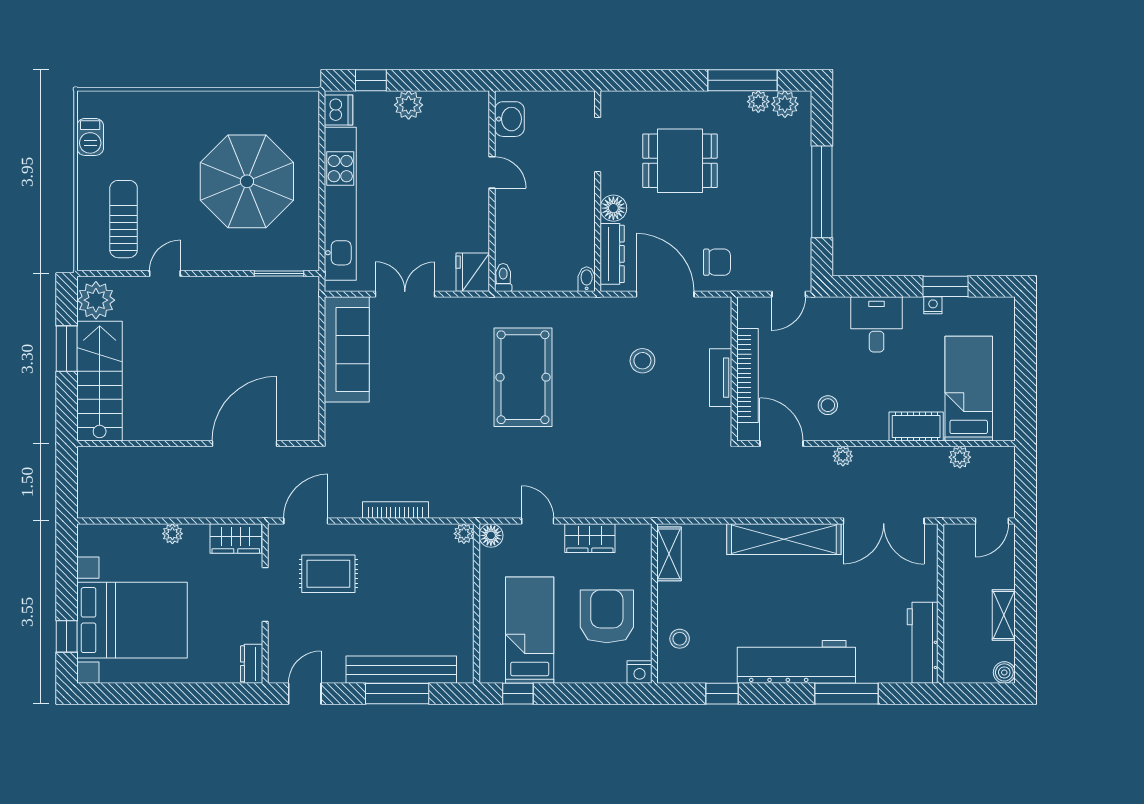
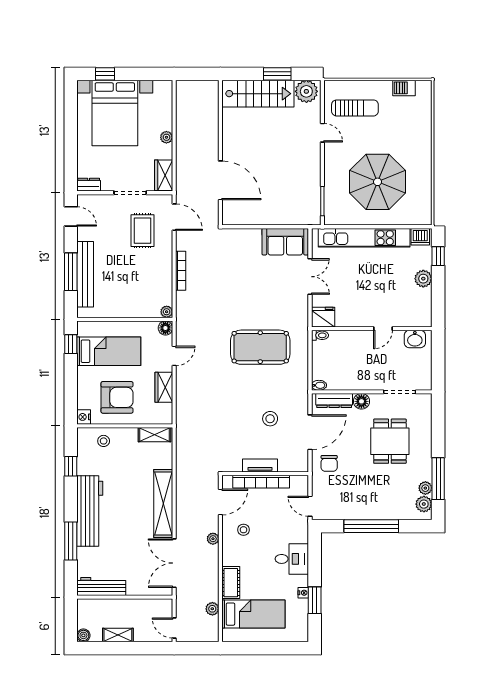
sofa: (347, 349) -> (285, 242), width x0.73

